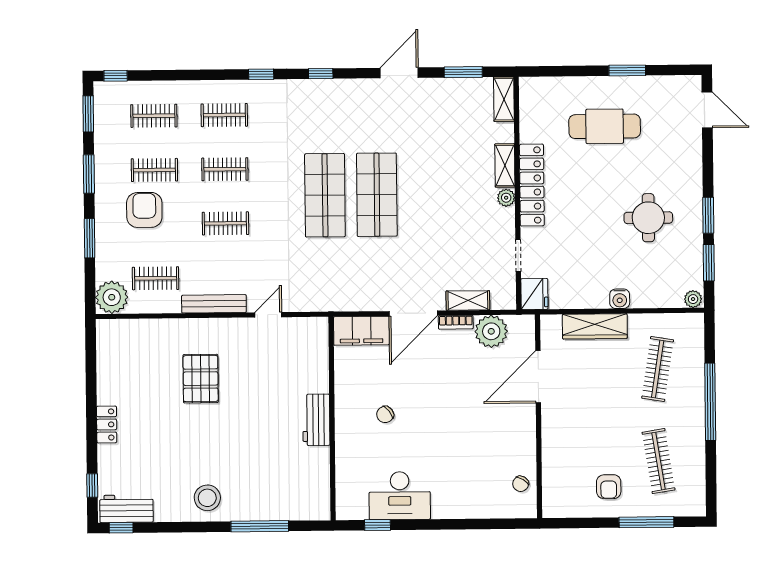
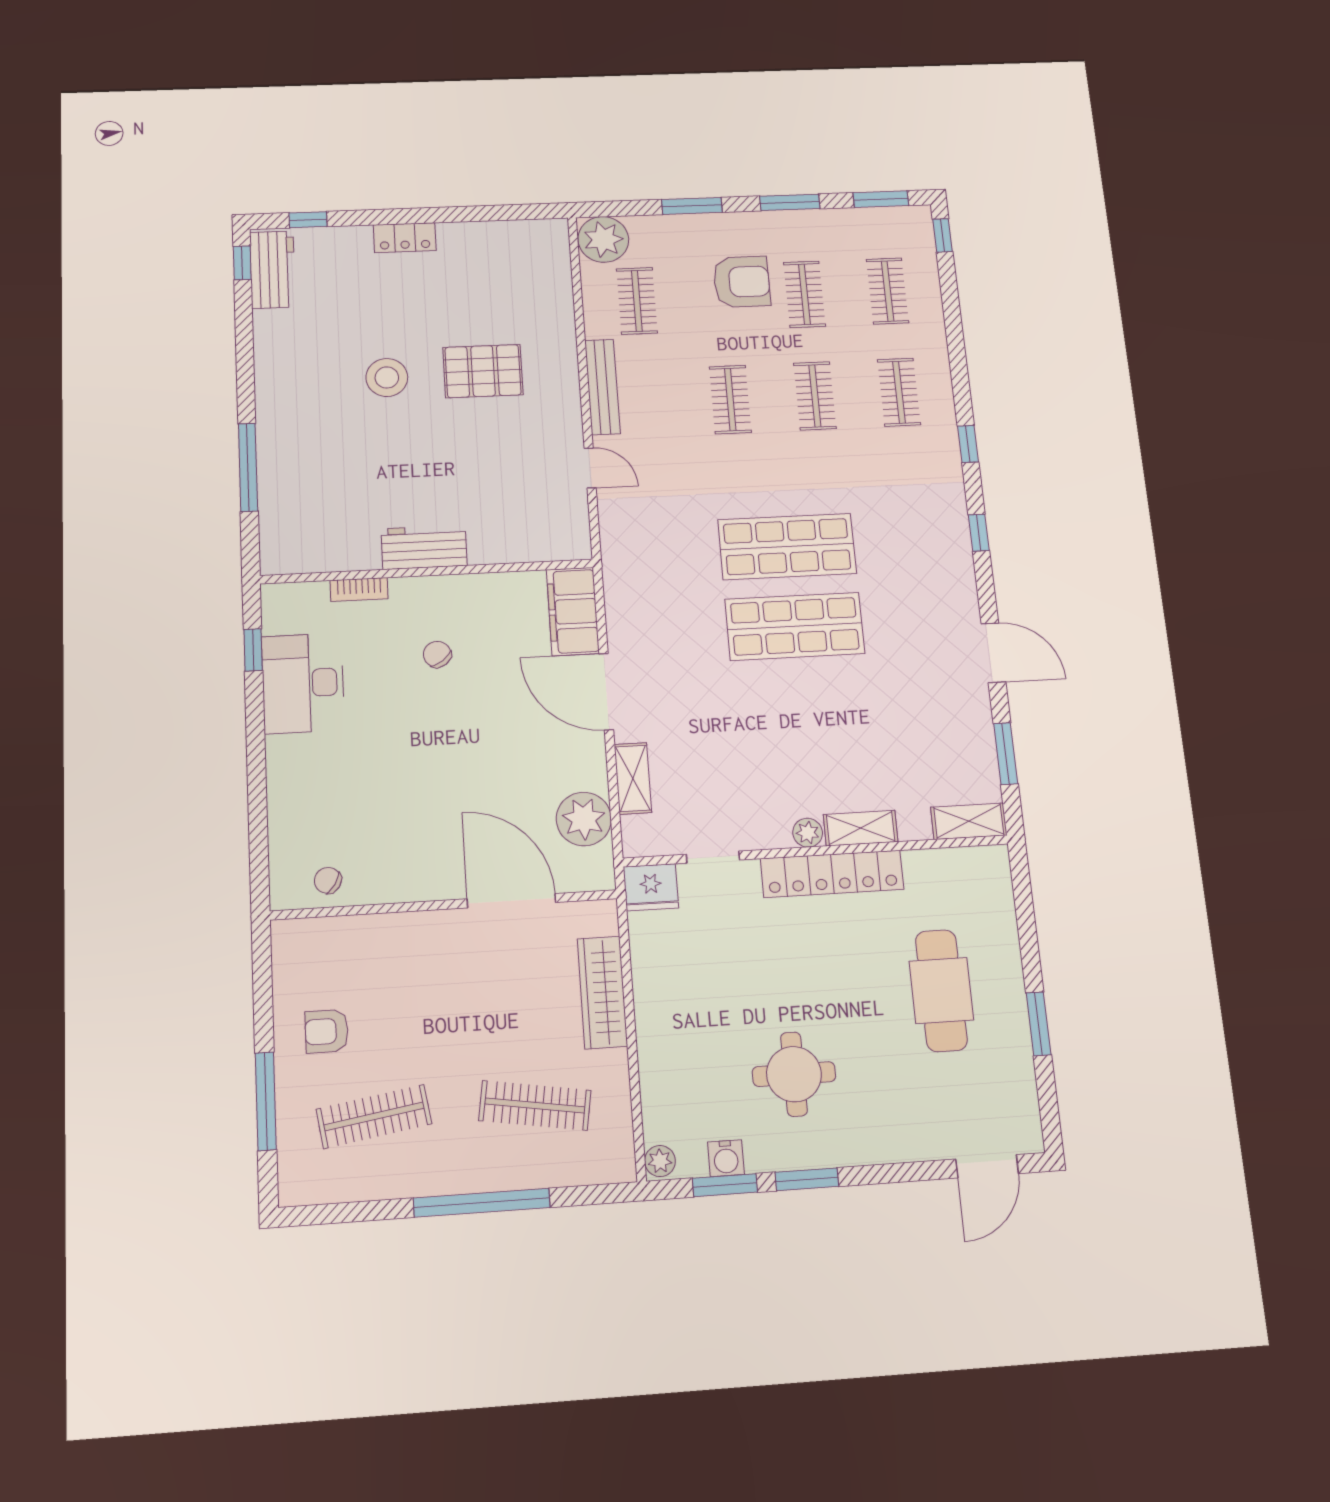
water cooler: (620, 299) -> (726, 1158), moved, turned -90
bookcase: (456, 322) -> (359, 590), moved, turned -90
stool: (207, 498) -> (387, 377), moved

